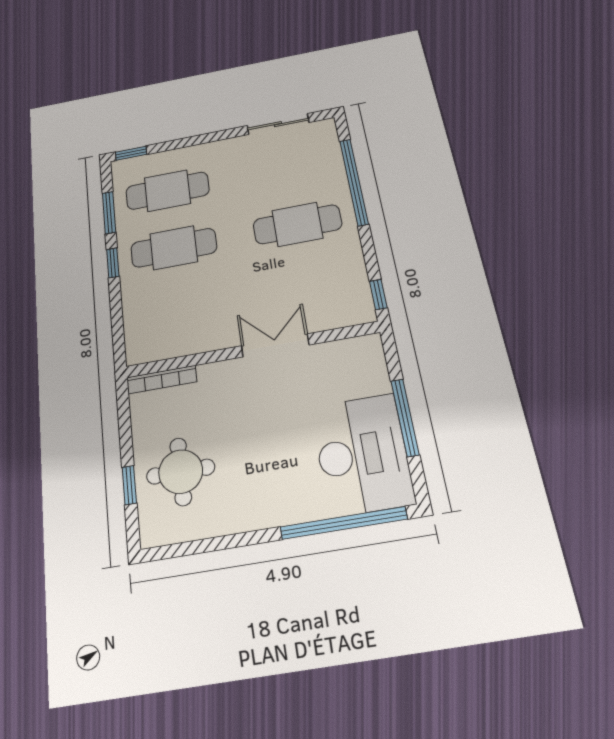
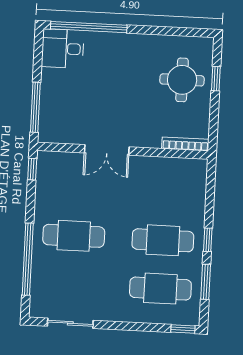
window: (405, 417) -> (35, 107), moved
desk: (362, 454) -> (63, 49), width x0.53, depth x0.77

